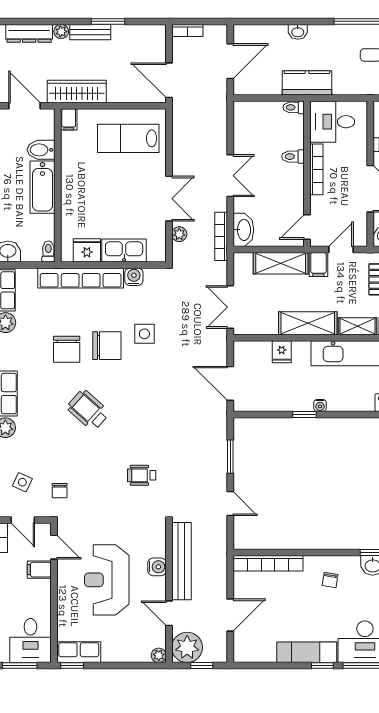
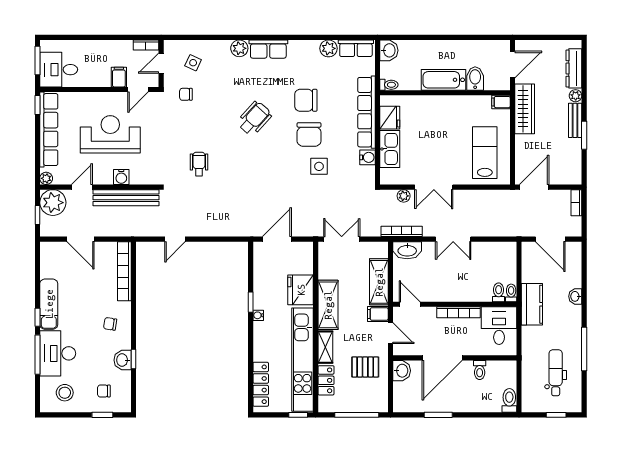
toilet: (293, 157) -> (499, 292), moved
fridge: (282, 352) -> (301, 290), width x1.88, depth x1.34
window: (230, 457) -> (215, 239), removed
row of seats: (79, 652) -> (49, 130), width x2.02

